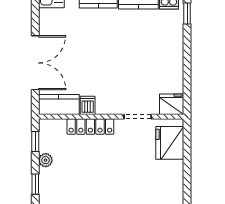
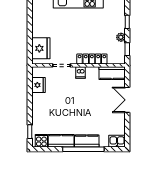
double door: (35, 63) -> (127, 100), width x0.73
fridge: (172, 104) -> (39, 85), moved, turned -90
dishwasher: (88, 105) -> (81, 72), moved

